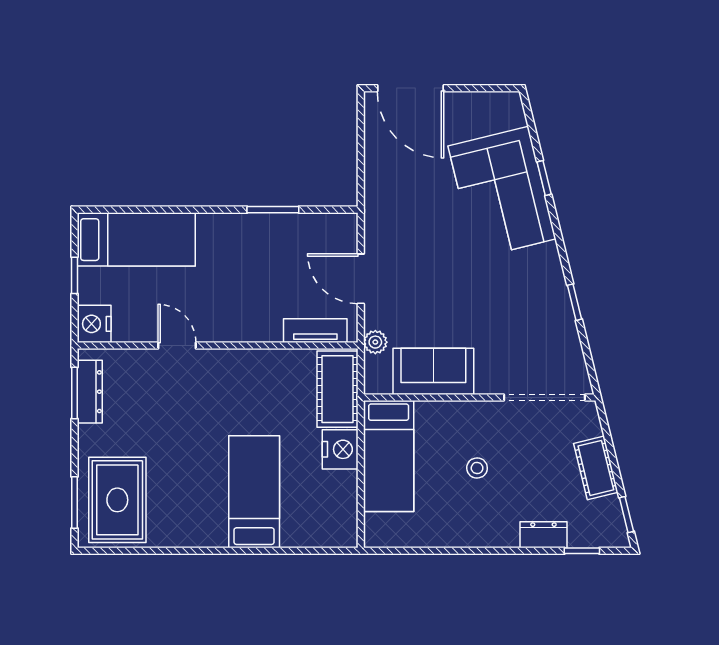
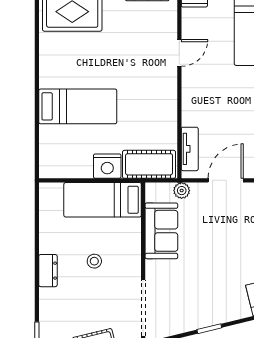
dresser: (543, 535) -> (48, 271), moved

